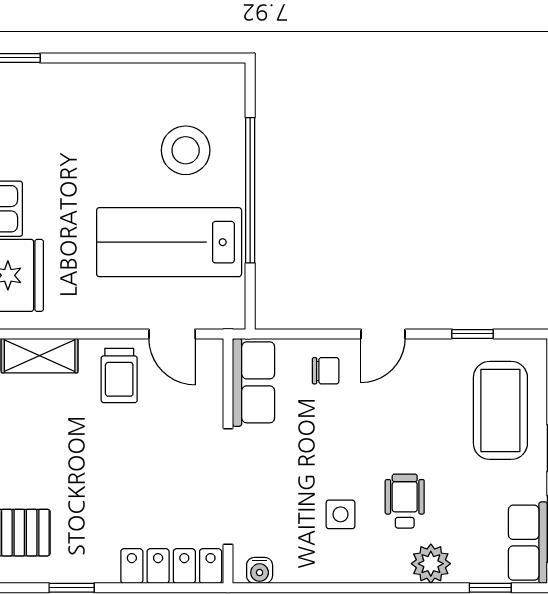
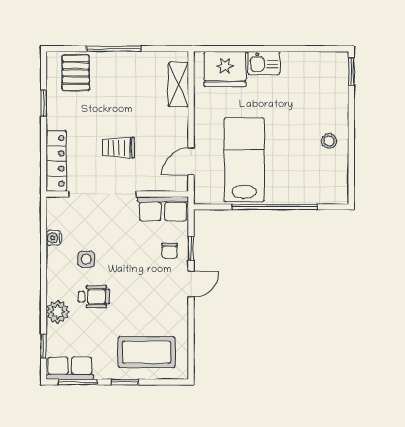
stool: (186, 150) -> (329, 141), moved, width x0.53, depth x0.53
door: (383, 334) -> (191, 284), swing flipped
window: (473, 334) -> (191, 248), moved
trolley: (119, 376) -> (119, 148), moved
water cooler: (260, 570) -> (54, 238), moved

